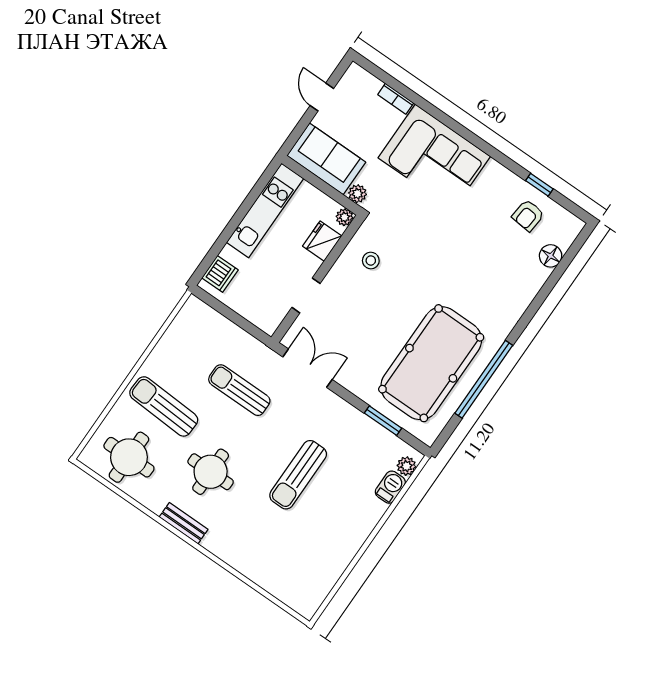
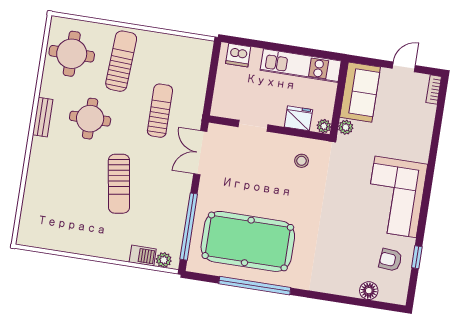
bookcase: (396, 99) -> (434, 90), moved
corner sofa: (434, 157) -> (396, 197), moved
double door: (307, 368) -> (200, 153), swing flipped
window: (383, 421) -> (189, 227), width x2.11
sun lounger: (298, 475) -> (119, 184), turned -99

